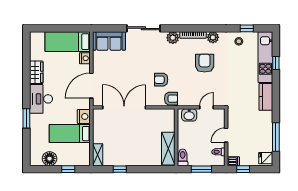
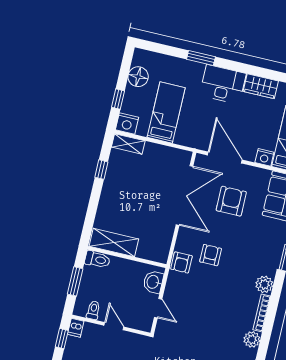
armchair: (205, 63) -> (231, 201), moved, turned -90
nightstand: (84, 116) -> (127, 124), moved

